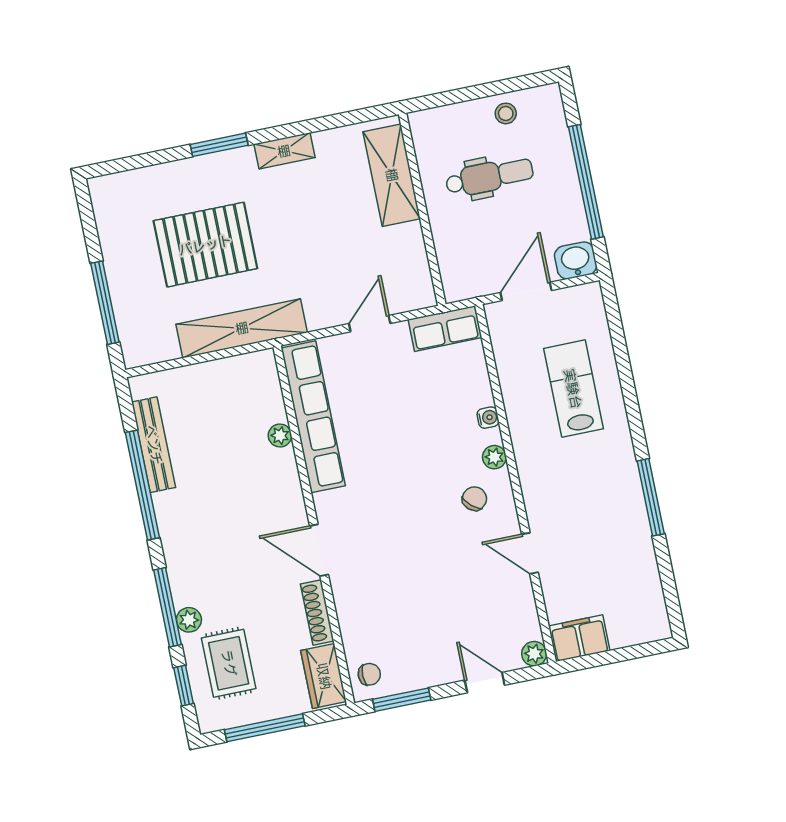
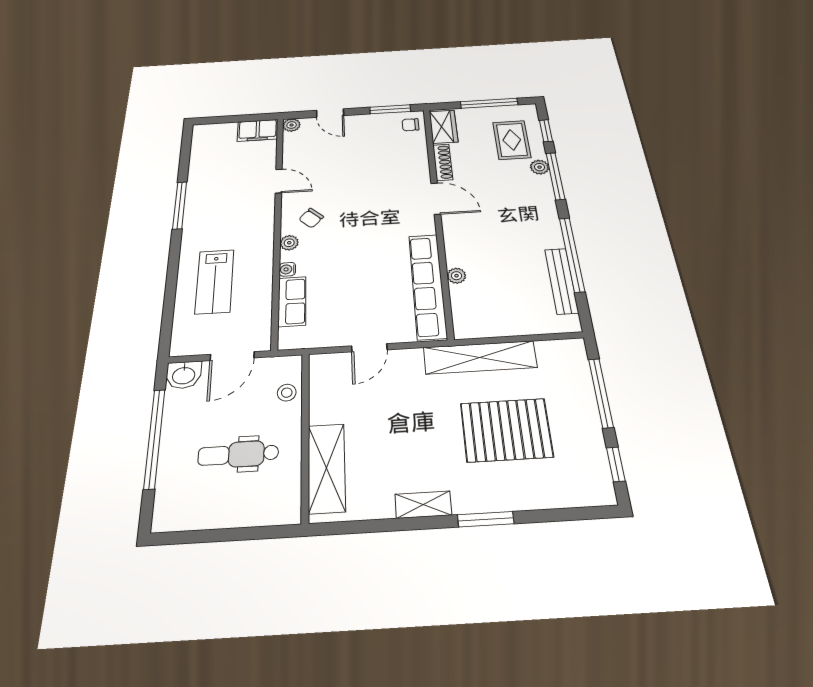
stool: (506, 113) -> (287, 393), moved
window: (88, 222) -> (616, 464), added
row of seats: (445, 329) -> (292, 301), moved, turned 90

